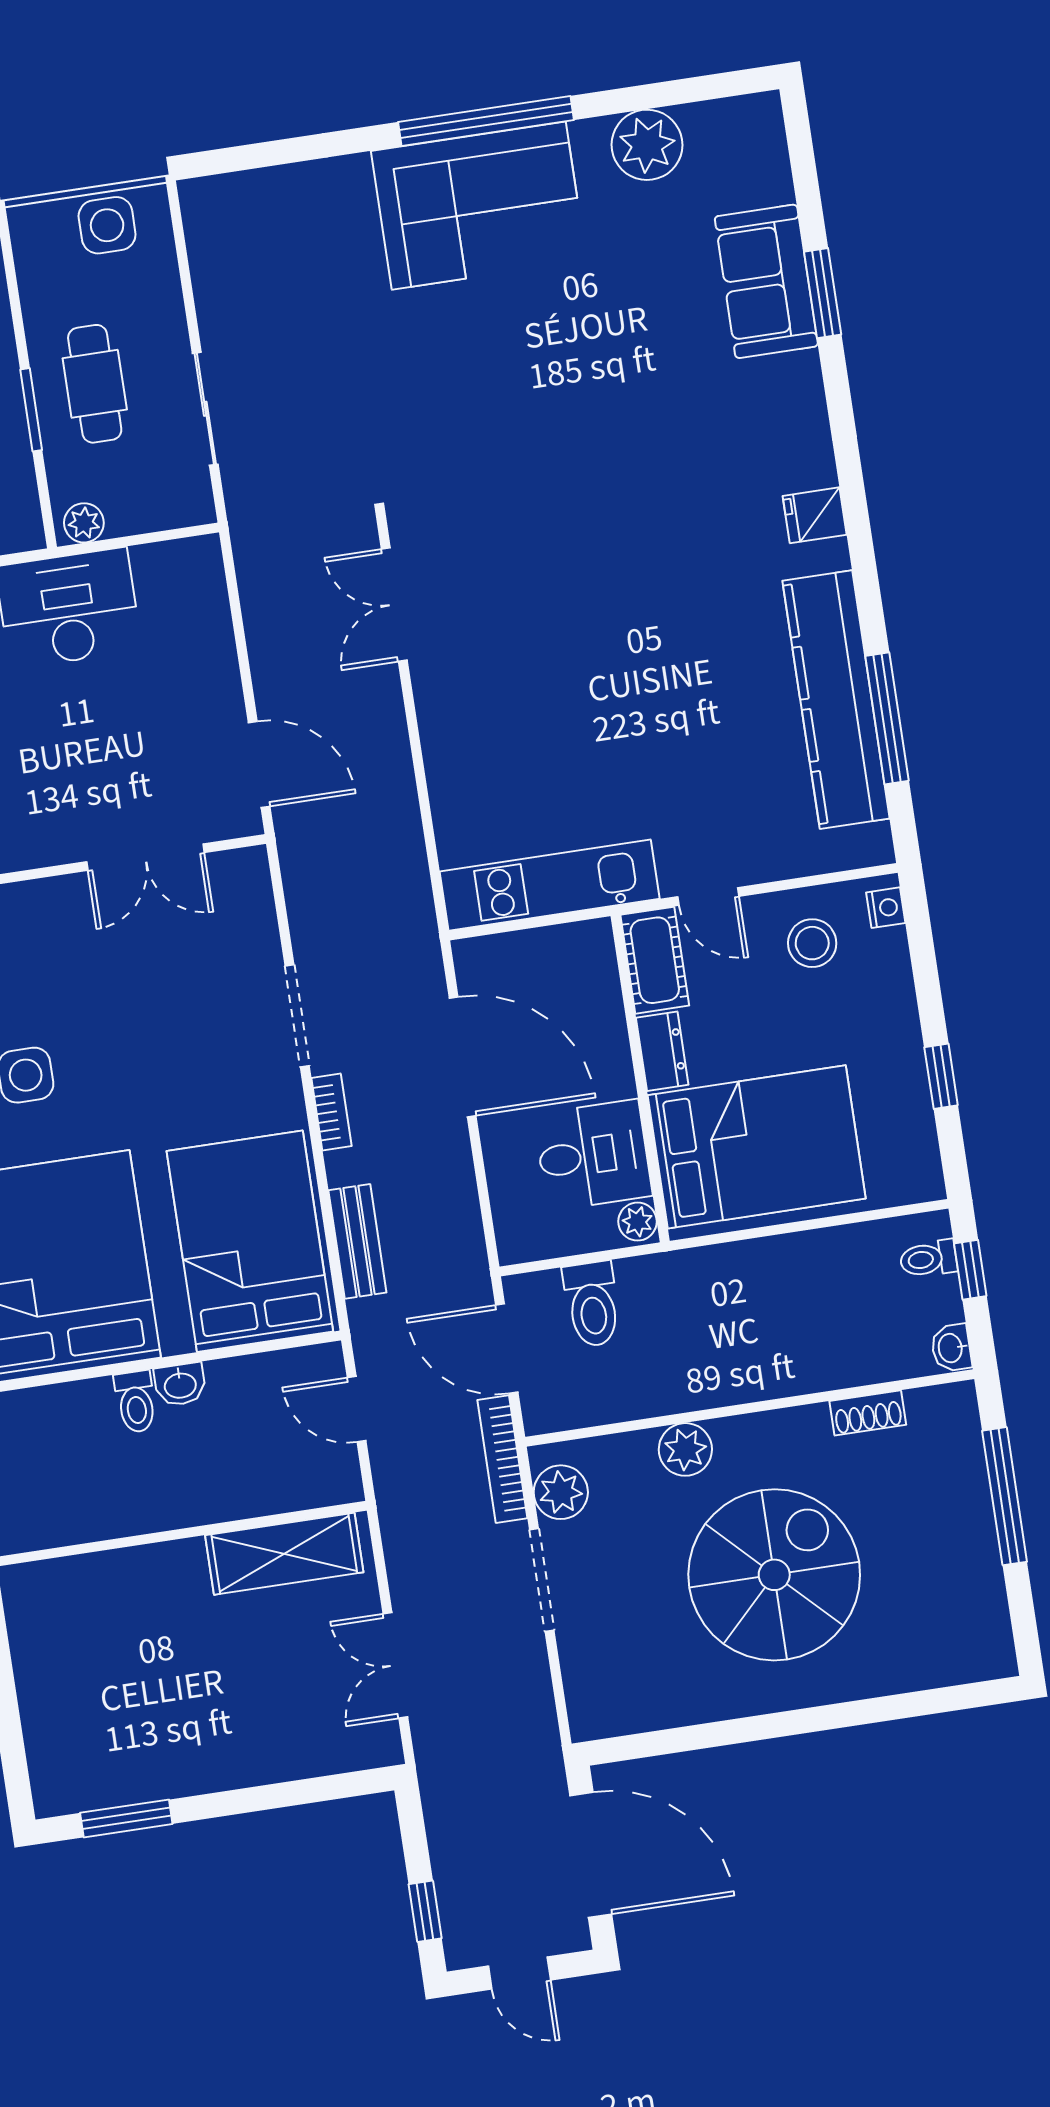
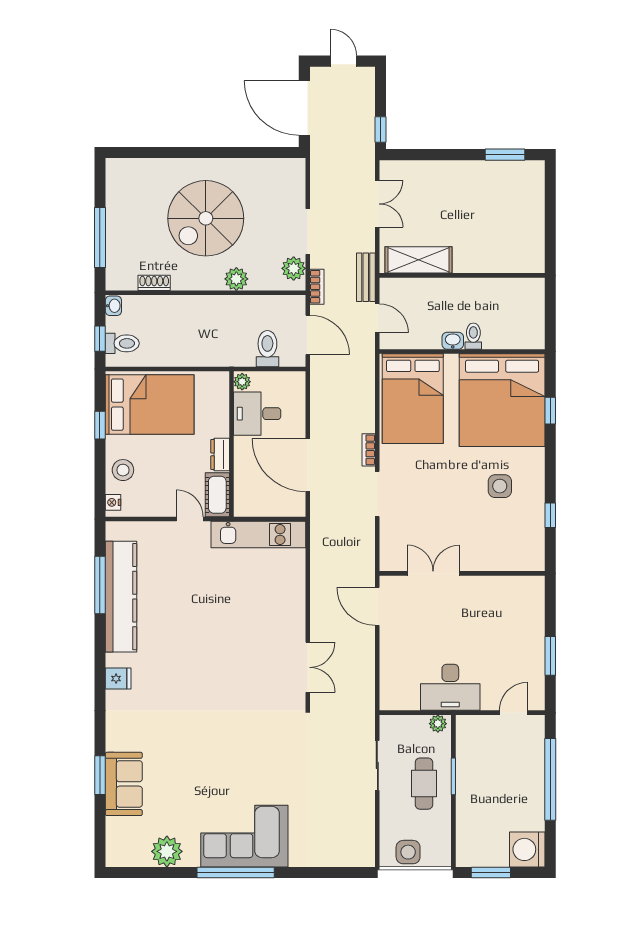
stool: (812, 943) -> (123, 470), moved
bed: (757, 1147) -> (150, 405), moved, turned 180
bench: (357, 1241) -> (366, 277), moved
toilet: (928, 1259) -> (122, 343), width x1.37, depth x1.39
bookcase: (502, 1459) -> (317, 287), width x0.64
window: (425, 1911) -> (381, 130), moved

